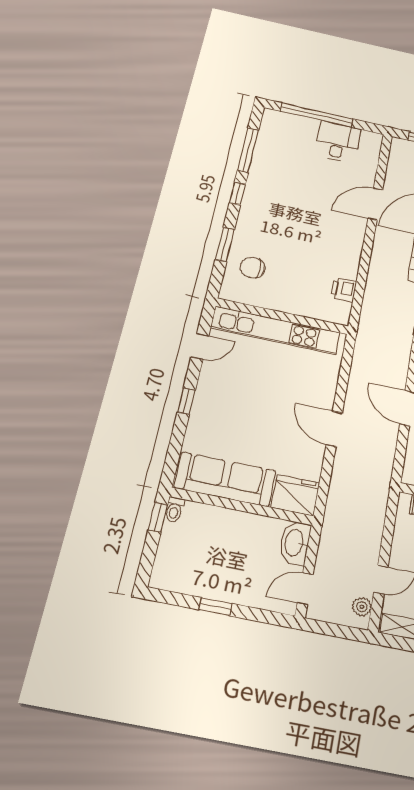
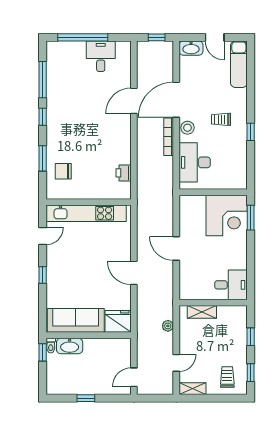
washbasin: (295, 543) -> (70, 346), moved, turned -90
plant: (362, 607) -> (168, 326), moved

